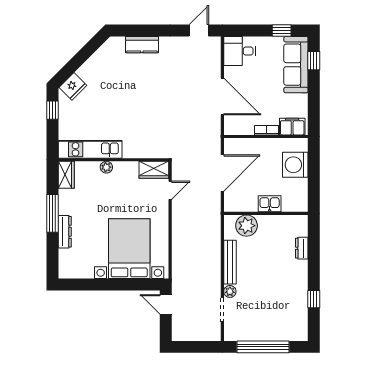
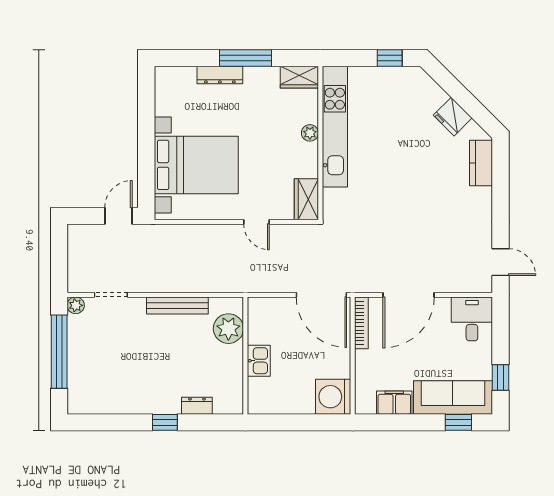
kitchen counter: (142, 45) -> (481, 163), moved
fridge: (73, 86) -> (453, 117), moved
filing cabinet: (292, 127) -> (394, 403), moved, turned -90
bookcase: (266, 130) -> (361, 323), moved, width x1.56
kitchen unit: (90, 149) -> (335, 127), width x1.36
washing machine: (295, 165) -> (333, 397), moved, turned -90
door: (222, 173) -> (321, 295), moved
door: (170, 190) -> (256, 222), moved
plant: (230, 291) -> (76, 305), moved
window: (314, 299) -> (165, 422), moved

